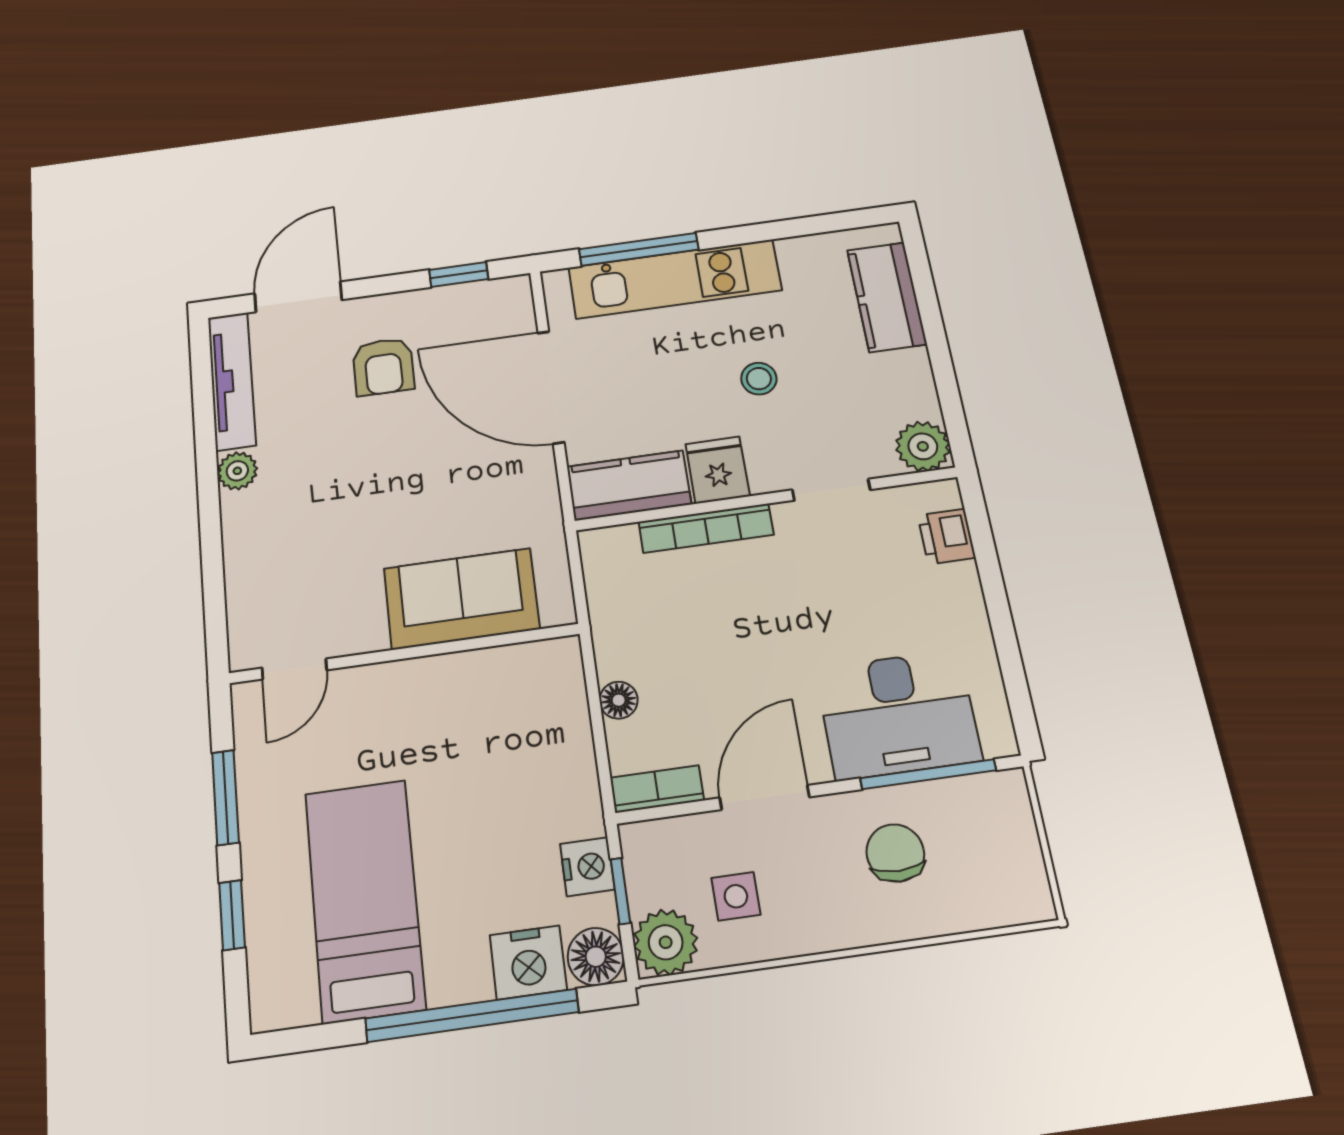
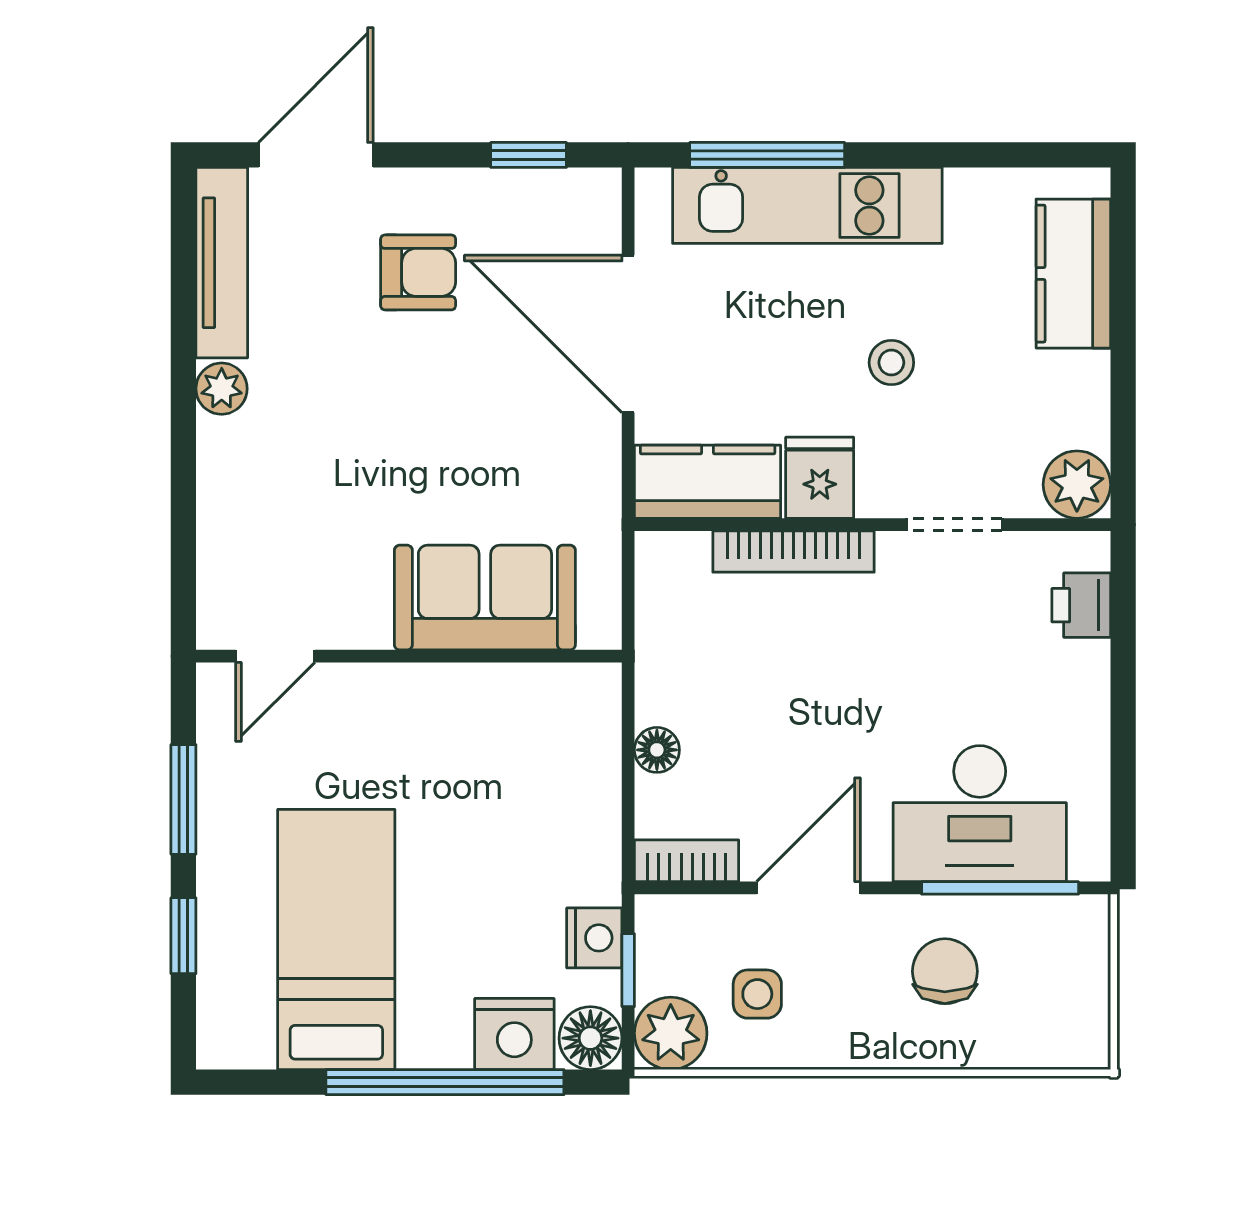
armchair: (383, 367) -> (418, 272), turned -90

